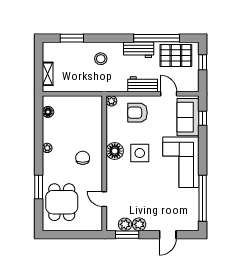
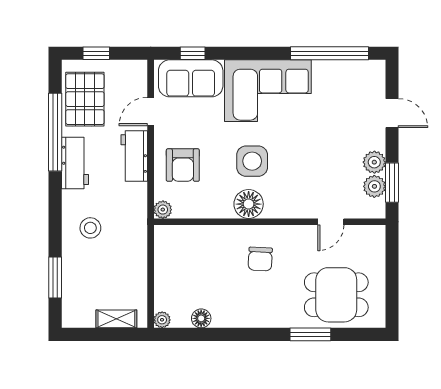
floor lamp: (48, 112) -> (201, 318), moved
plant: (47, 148) -> (162, 320), moved
chair: (83, 158) -> (260, 259), turned -87

